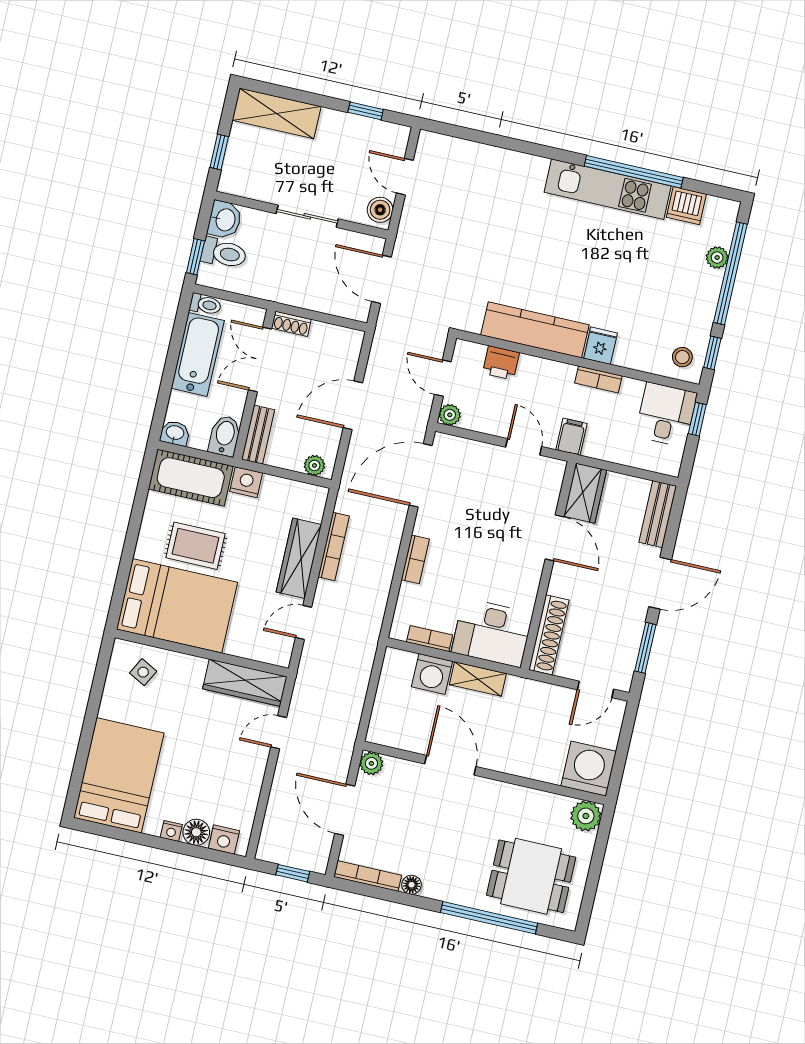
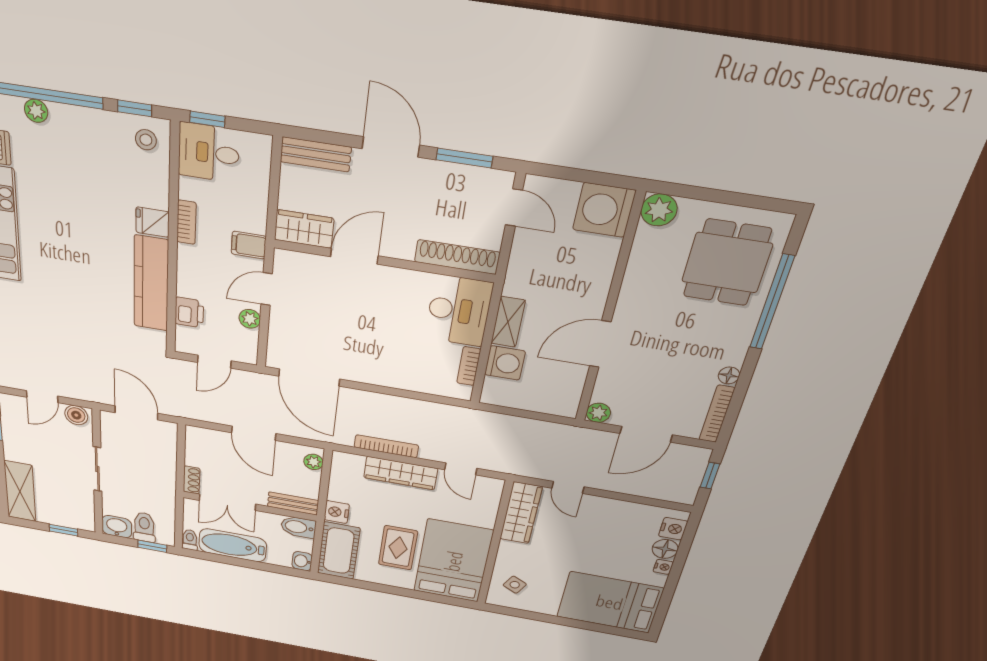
door: (382, 279) -> (136, 413), swing flipped
plant: (450, 415) -> (250, 319), moved
bookcase: (415, 559) -> (391, 380), removed

